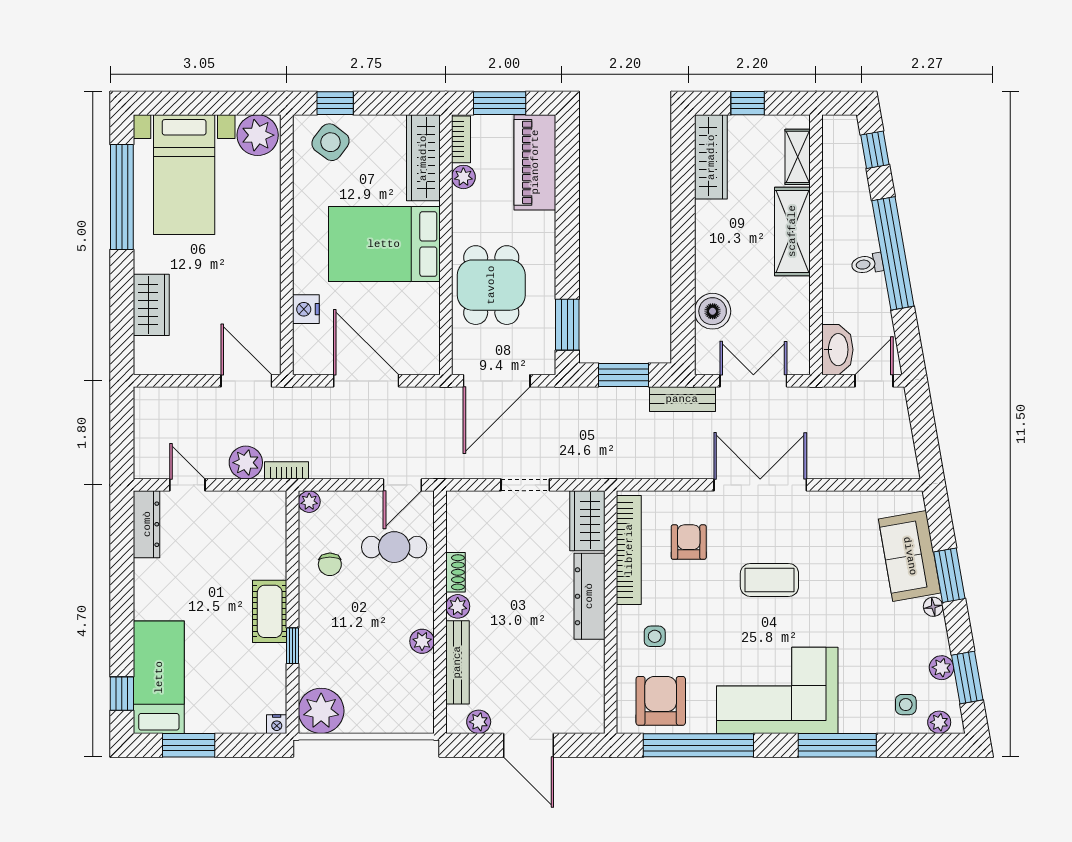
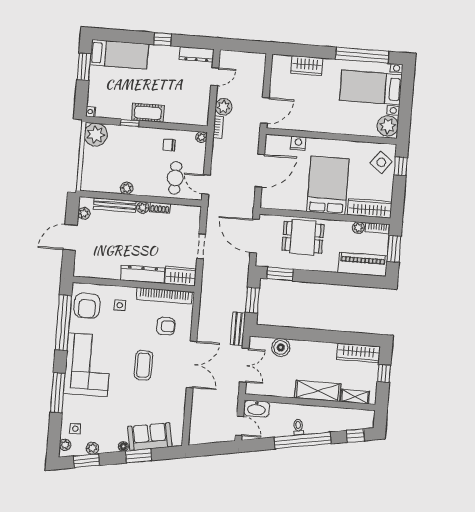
window: (122, 694) -> (163, 39), moved
armchair: (661, 701) -> (87, 306), turned 90

